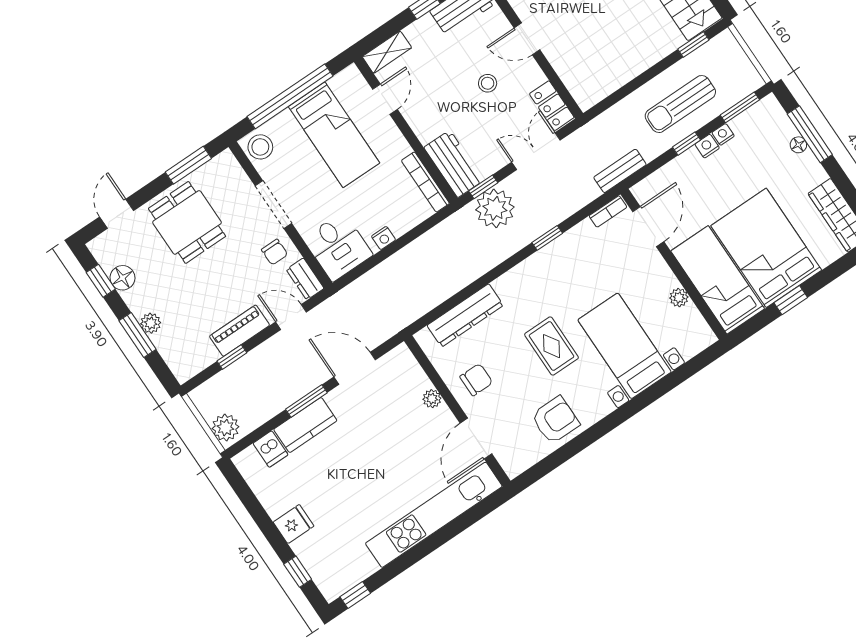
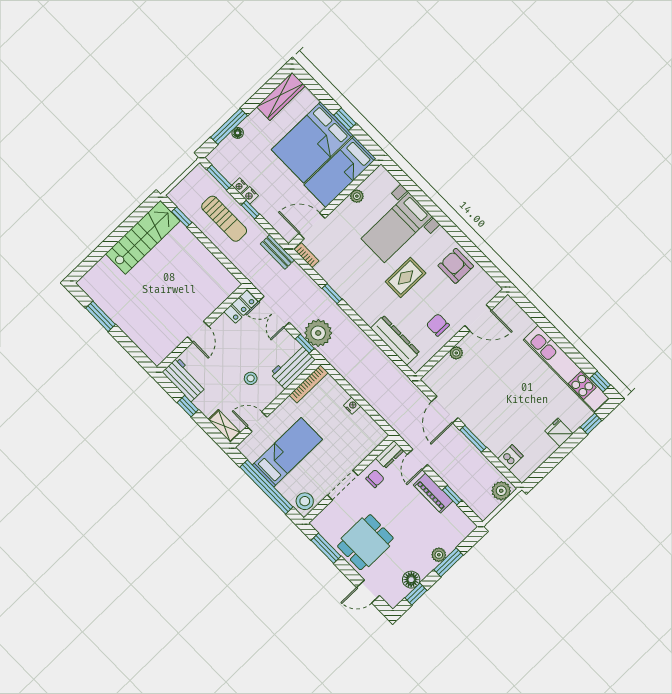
stool: (488, 83) -> (251, 378), moved
desk: (338, 247) -> (364, 436), removed
kitchen counter: (305, 425) -> (490, 436), removed
kitchen unit: (434, 515) -> (566, 369), moved

